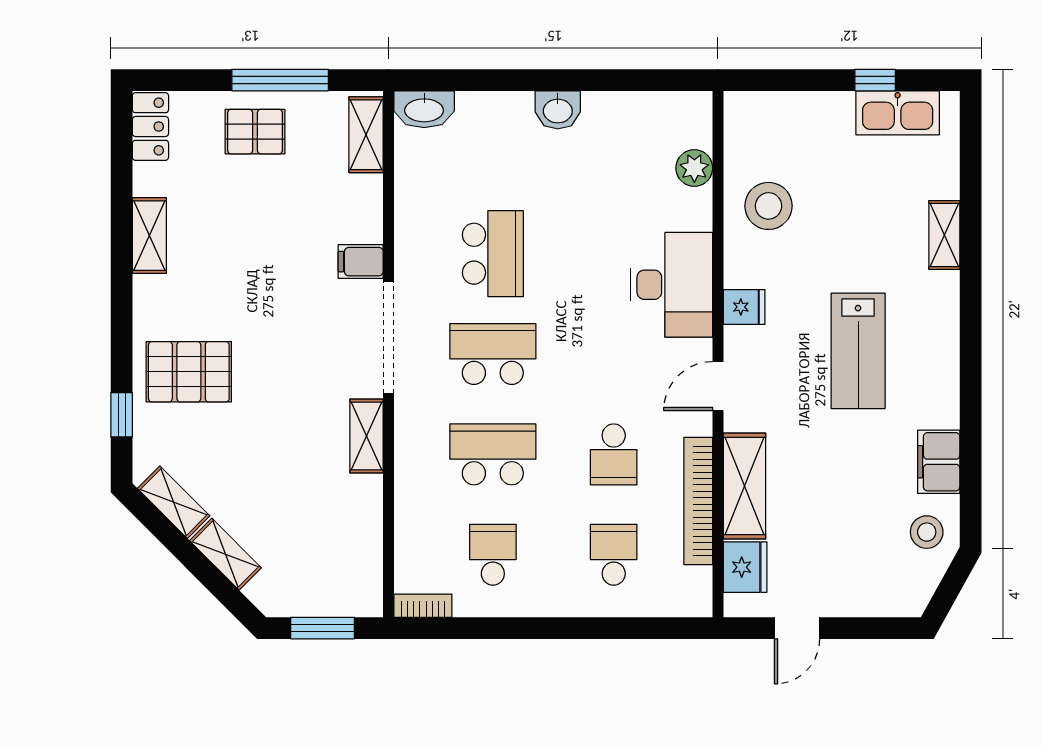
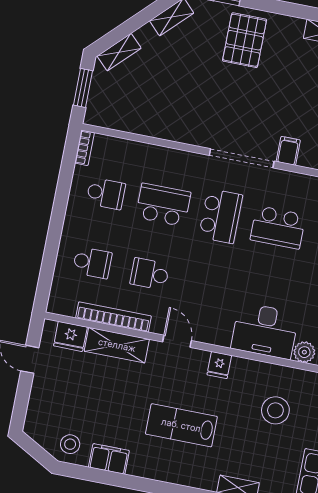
stool: (768, 206) -> (275, 410), moved
desk: (672, 285) -> (265, 331), moved
shelving: (367, 436) -> (188, 135), removed
school desk: (493, 454) -> (163, 205), turned -90
shelving: (225, 554) -> (119, 52), moved

